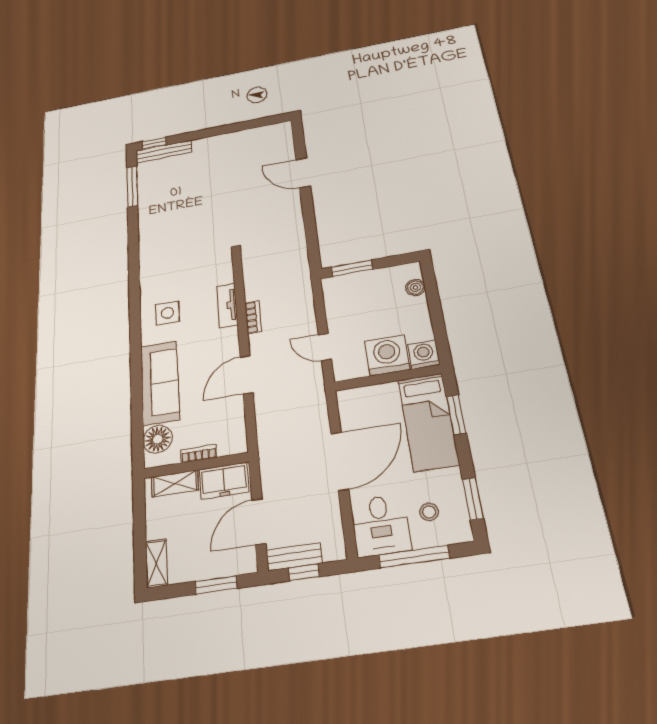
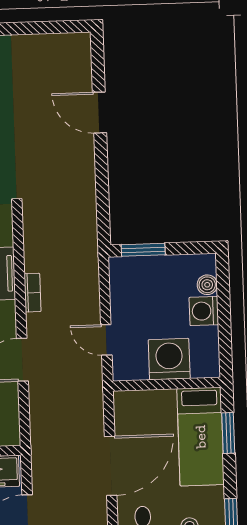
washing machine: (424, 355) -> (204, 311), moved, turned -90

